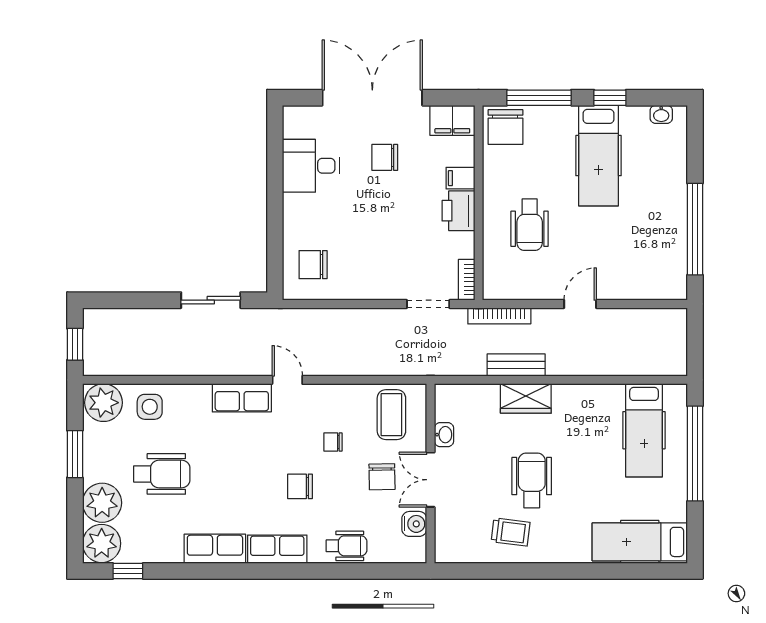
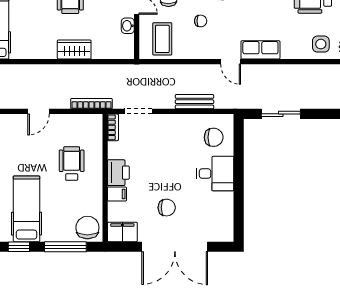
desk: (311, 166) -> (215, 174), moved
bench: (516, 365) -> (195, 102), moved

